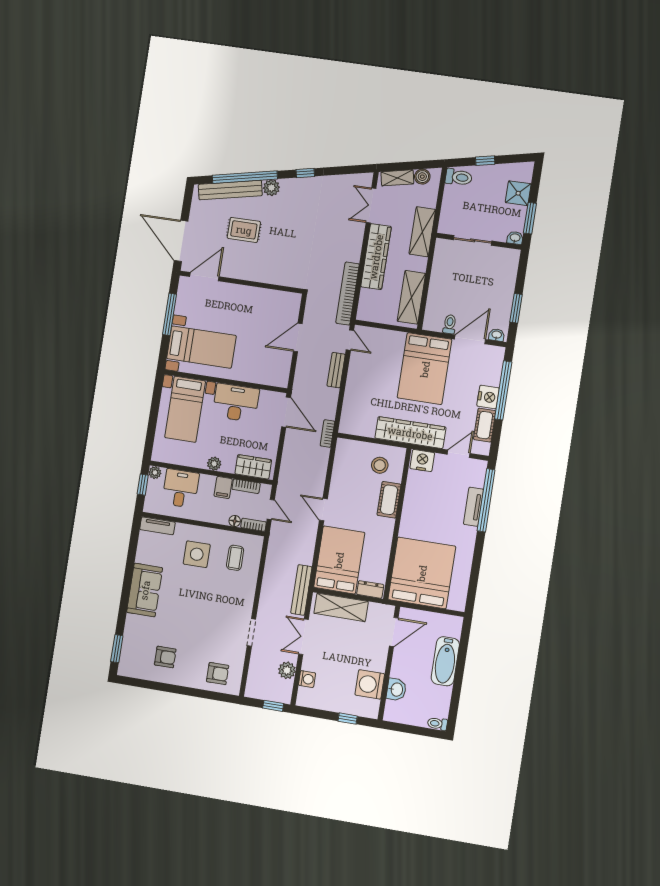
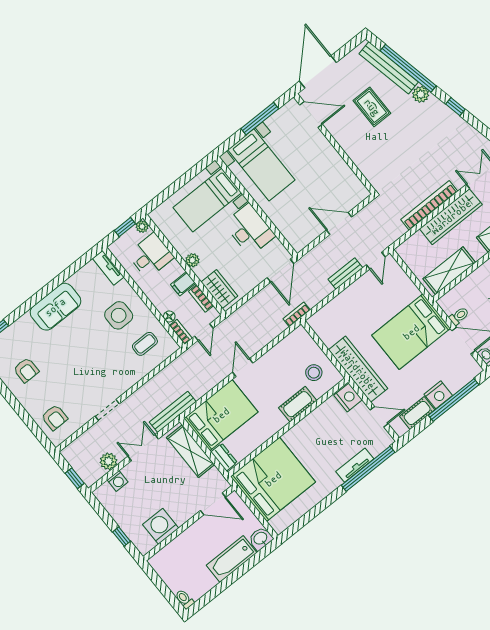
bookcase: (348, 294) -> (429, 205), moved
washbasin: (396, 689) -> (261, 539), moved, turned 180

